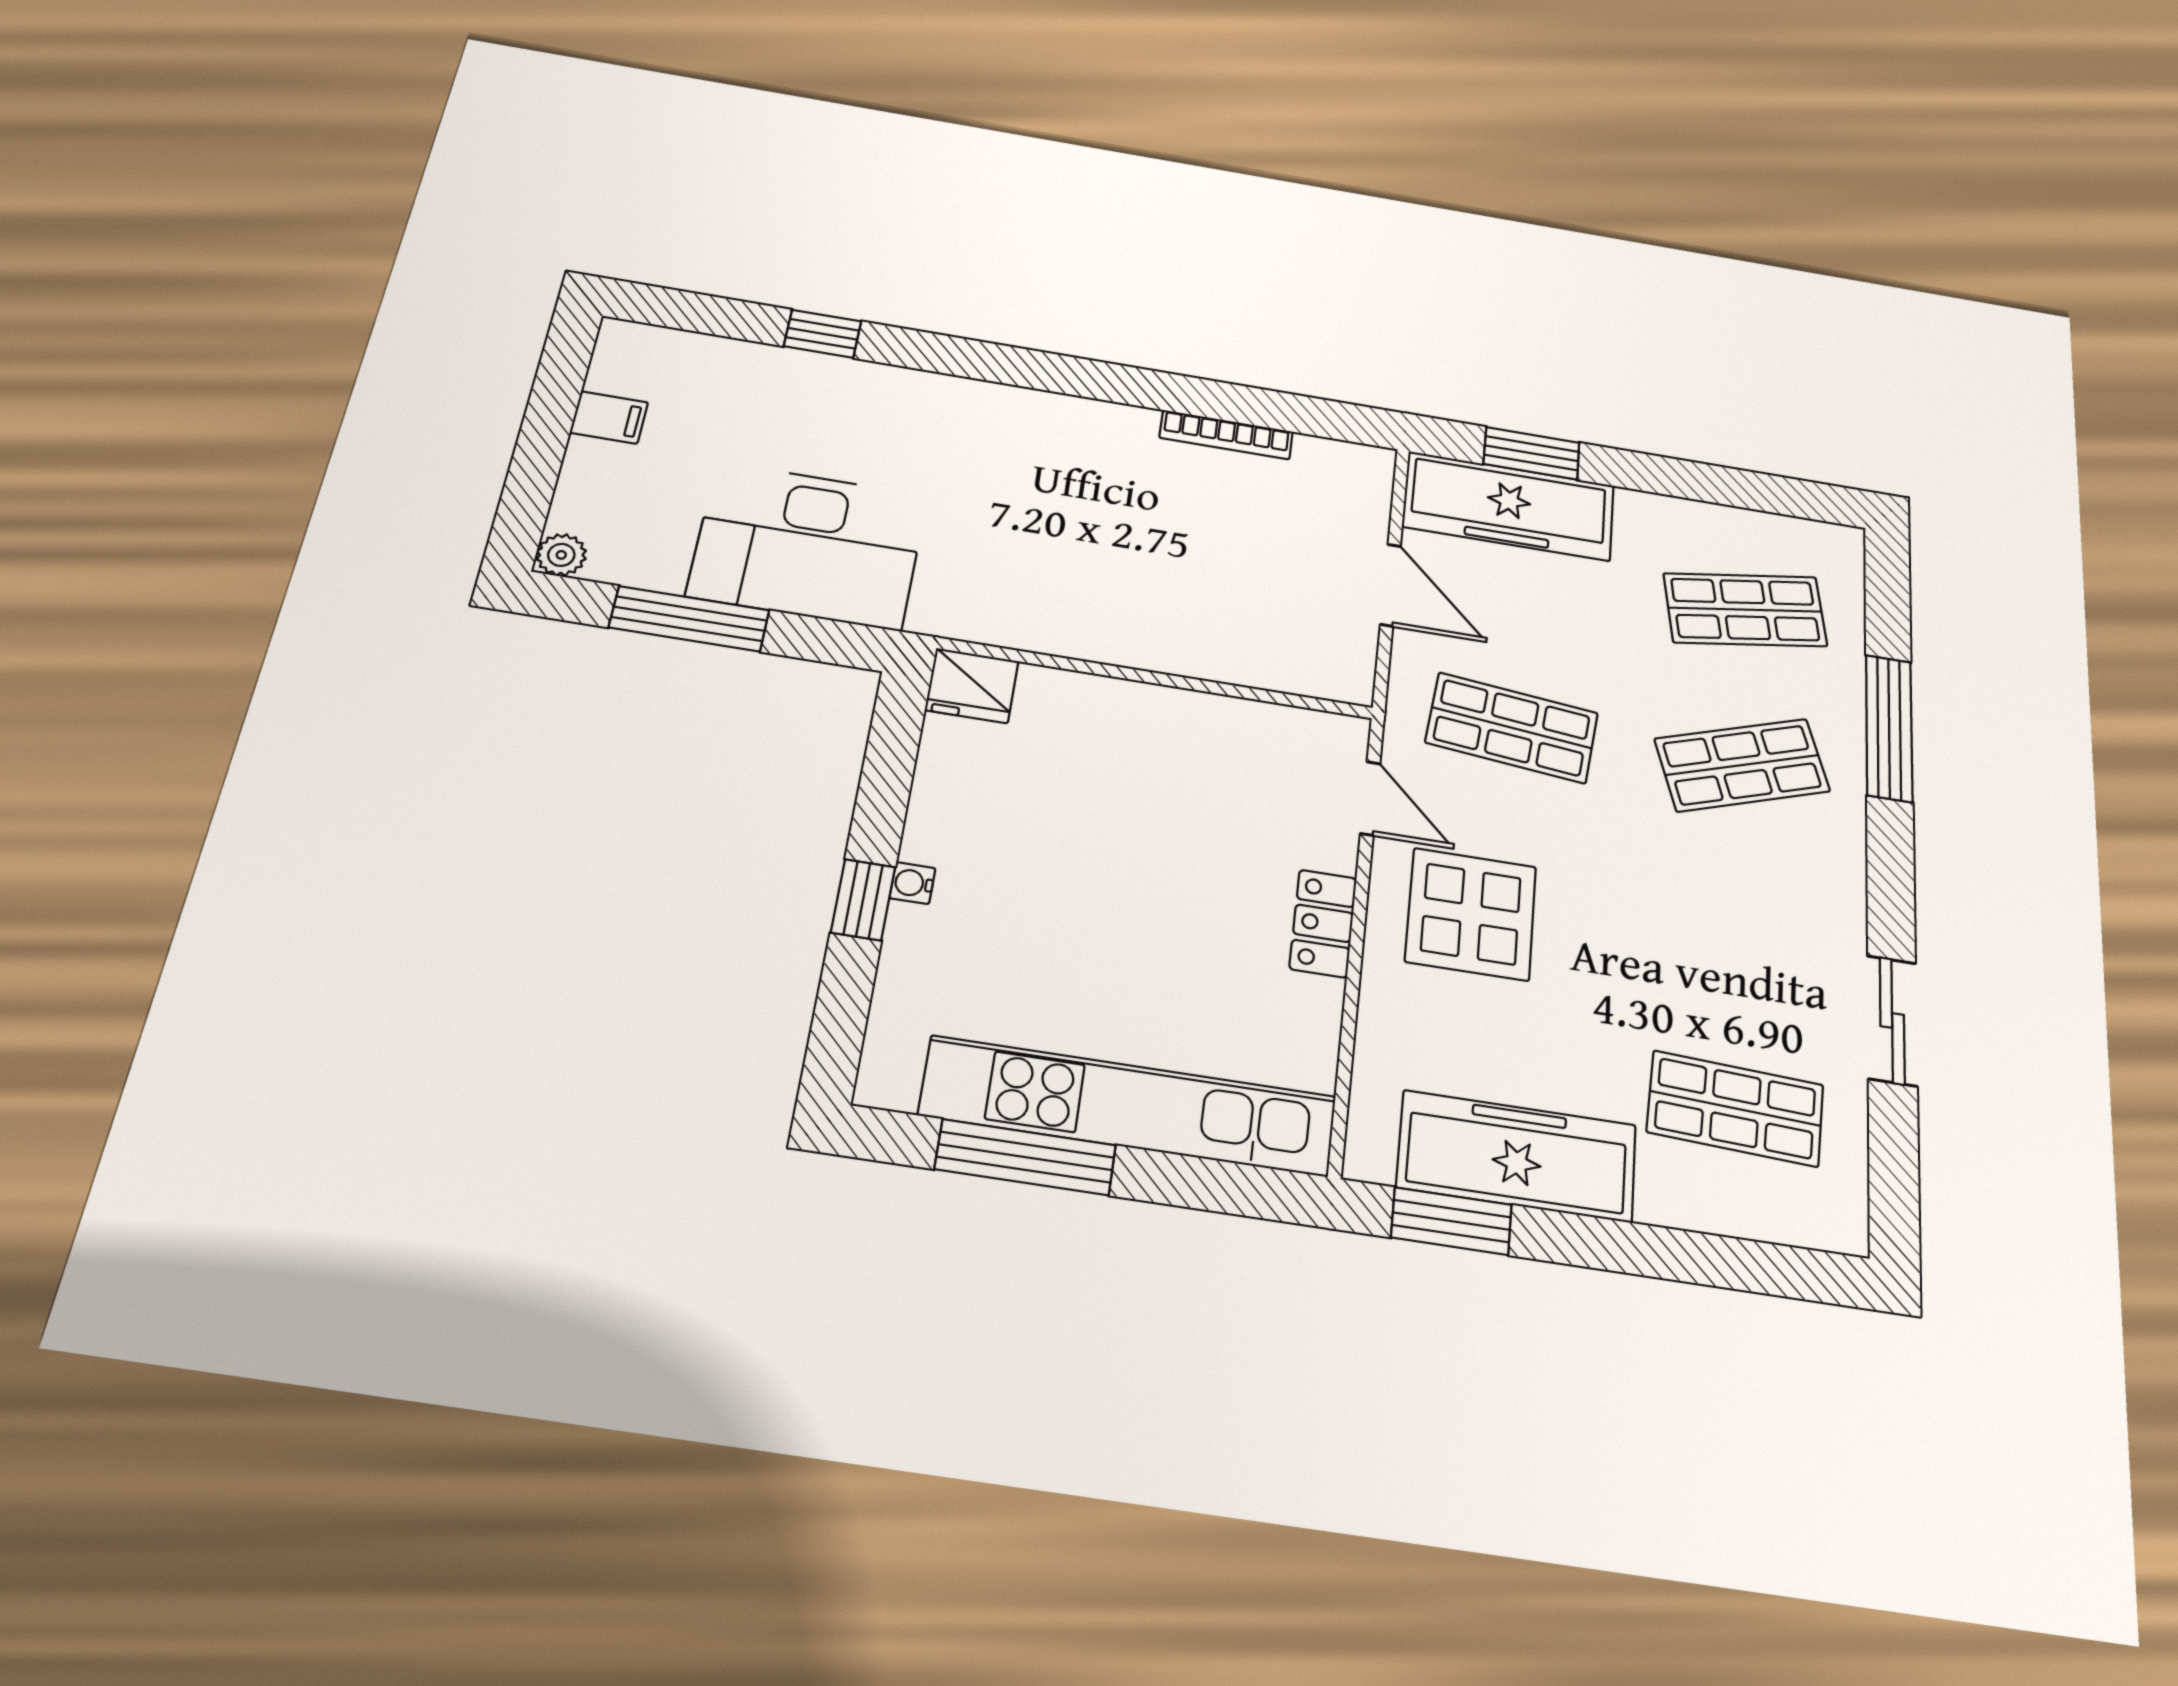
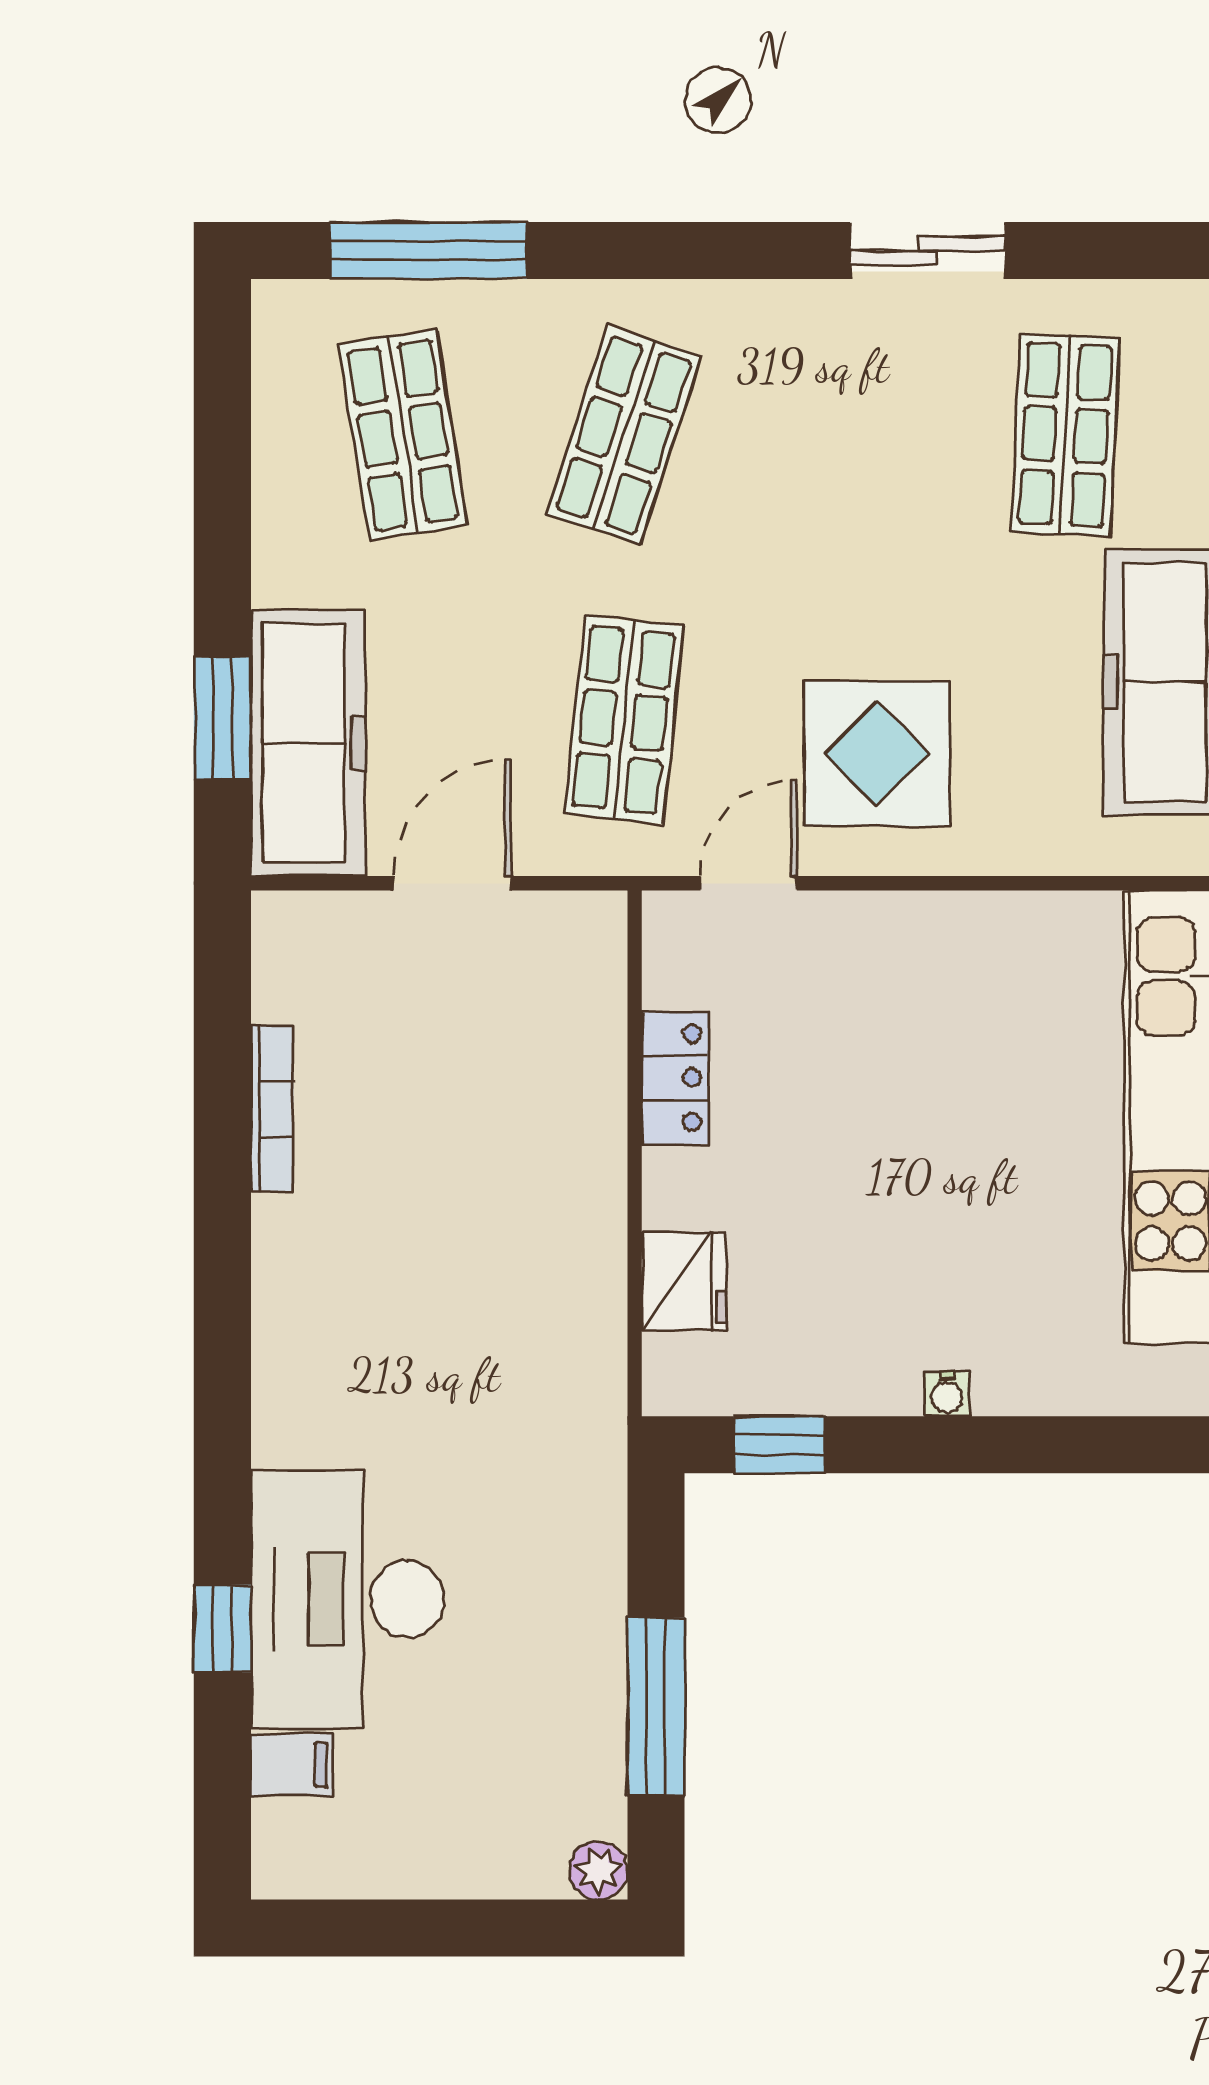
filing cabinet: (609, 418) -> (292, 1765), moved, turned 90
desk: (808, 545) -> (347, 1599), moved, turned 180
fridge: (972, 685) -> (684, 1281), moved
window: (1889, 728) -> (428, 251), moved
shop shelf: (1742, 765) -> (624, 435), turned 36
window: (863, 900) -> (779, 1445), moved
locker: (1323, 923) -> (675, 1078), moved, turned -90

